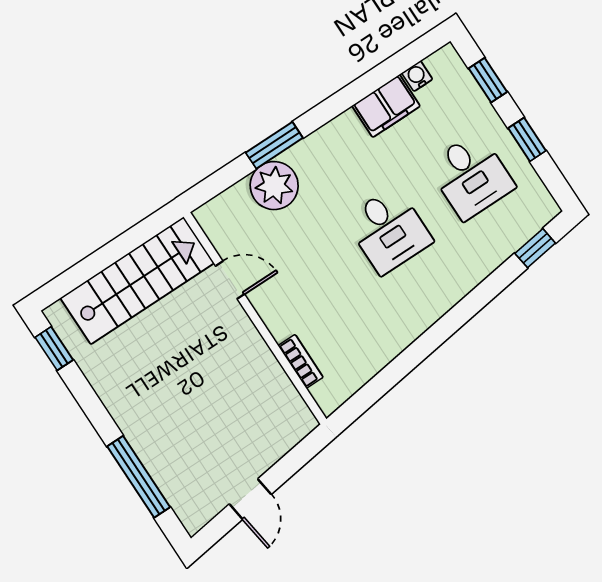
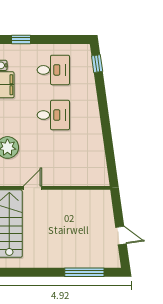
window: (527, 139) -> (53, 39), removed
window: (54, 349) -> (14, 272), removed
bookcase: (301, 361) -> (81, 182), removed

